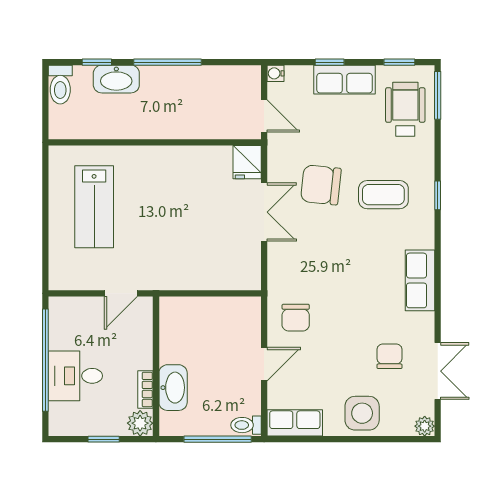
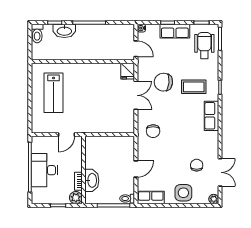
row of seats: (420, 280) -> (211, 116), moved
chair: (296, 318) -> (153, 131), moved
desk: (75, 376) -> (44, 170), width x1.37

